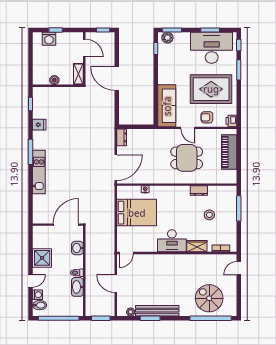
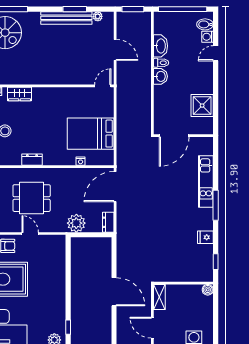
boiler: (54, 80) -> (208, 290), moved
sofa: (167, 106) -> (55, 260), removed
plant: (149, 137) -> (76, 223), added
dresser: (199, 190) -> (32, 160), moved
wall: (58, 225) -> (183, 136), moved
door: (66, 225) -> (174, 136), moved
desk: (172, 241) -> (49, 100), removed
washbasin: (77, 248) -> (160, 76), moved
shower: (42, 258) -> (202, 106), moved

